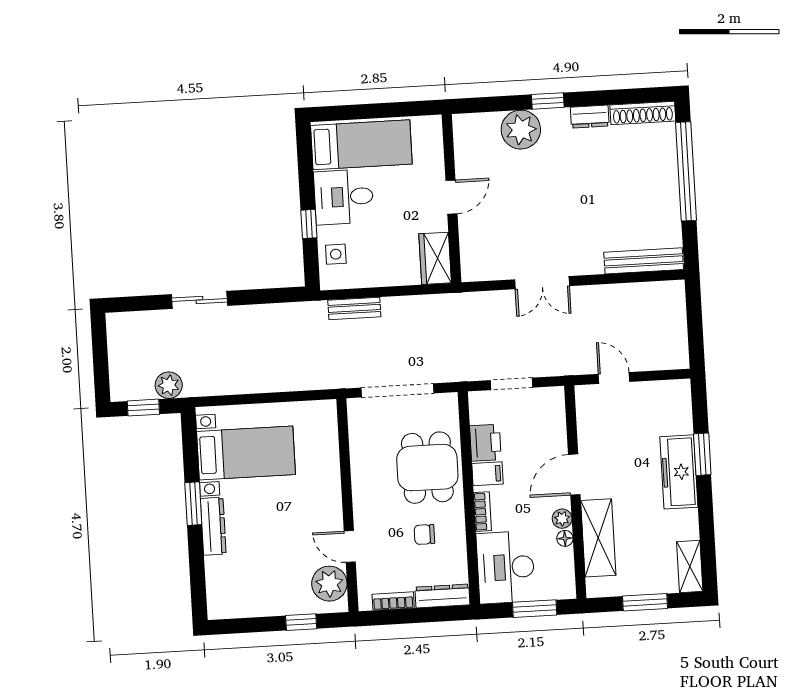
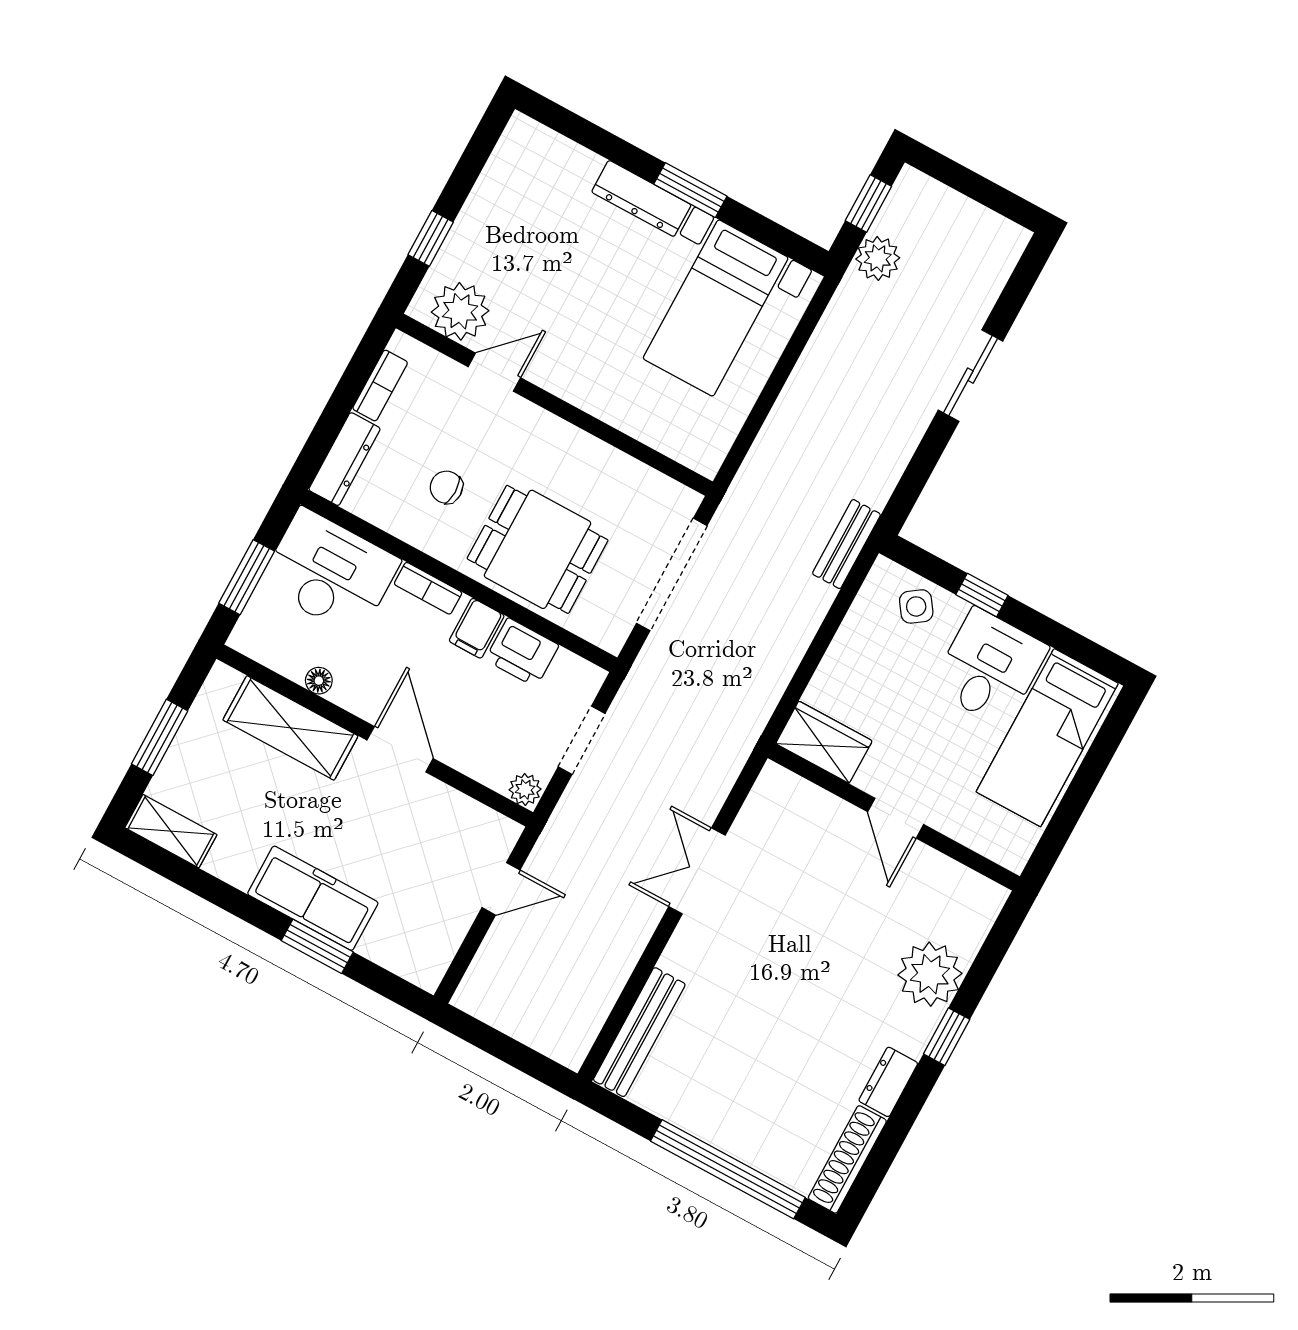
side table: (336, 254) -> (916, 606), turned -35
bench: (354, 308) -> (846, 544), moved
plant: (562, 519) -> (525, 789), moved
chair: (424, 534) -> (446, 487), turned -90

